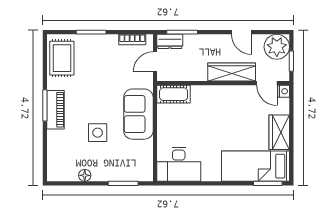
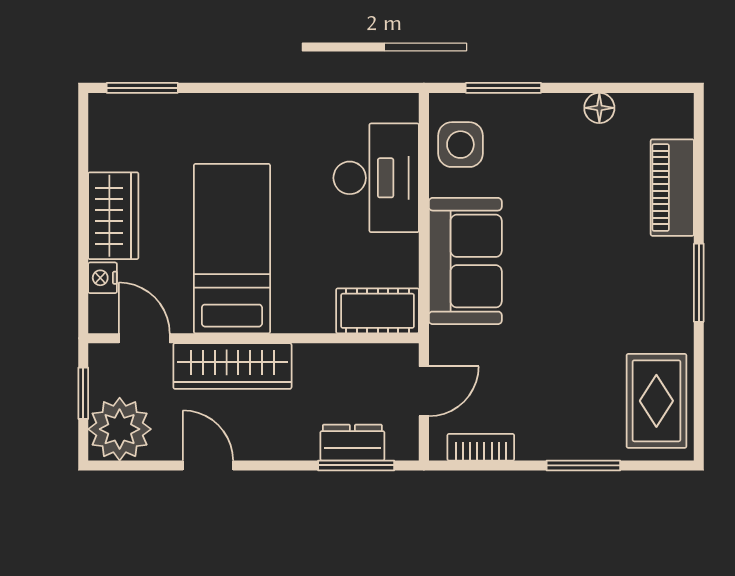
dresser: (170, 41) -> (352, 443), moved
nightstand: (284, 91) -> (103, 278), moved
piano: (56, 110) -> (672, 188), moved
side table: (98, 133) -> (460, 145), moved
desk: (179, 164) -> (376, 178), moved, turned 90
bed: (255, 166) -> (232, 249), moved, turned -90

